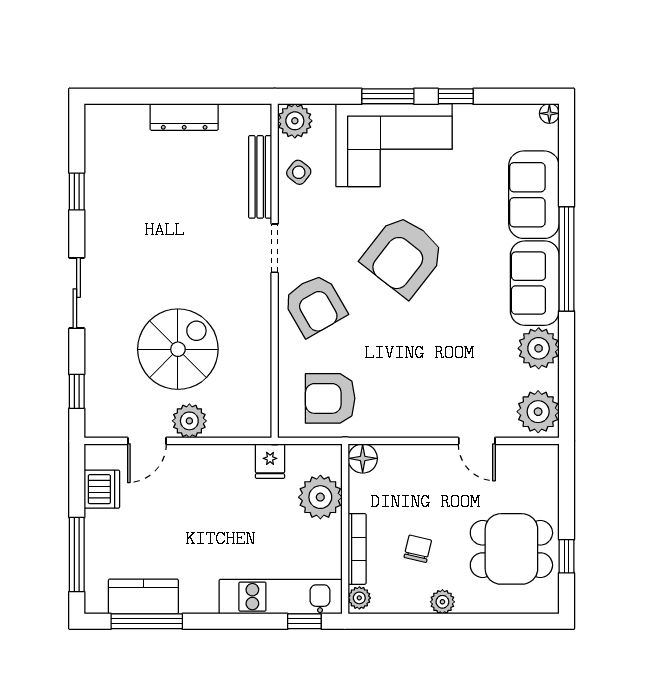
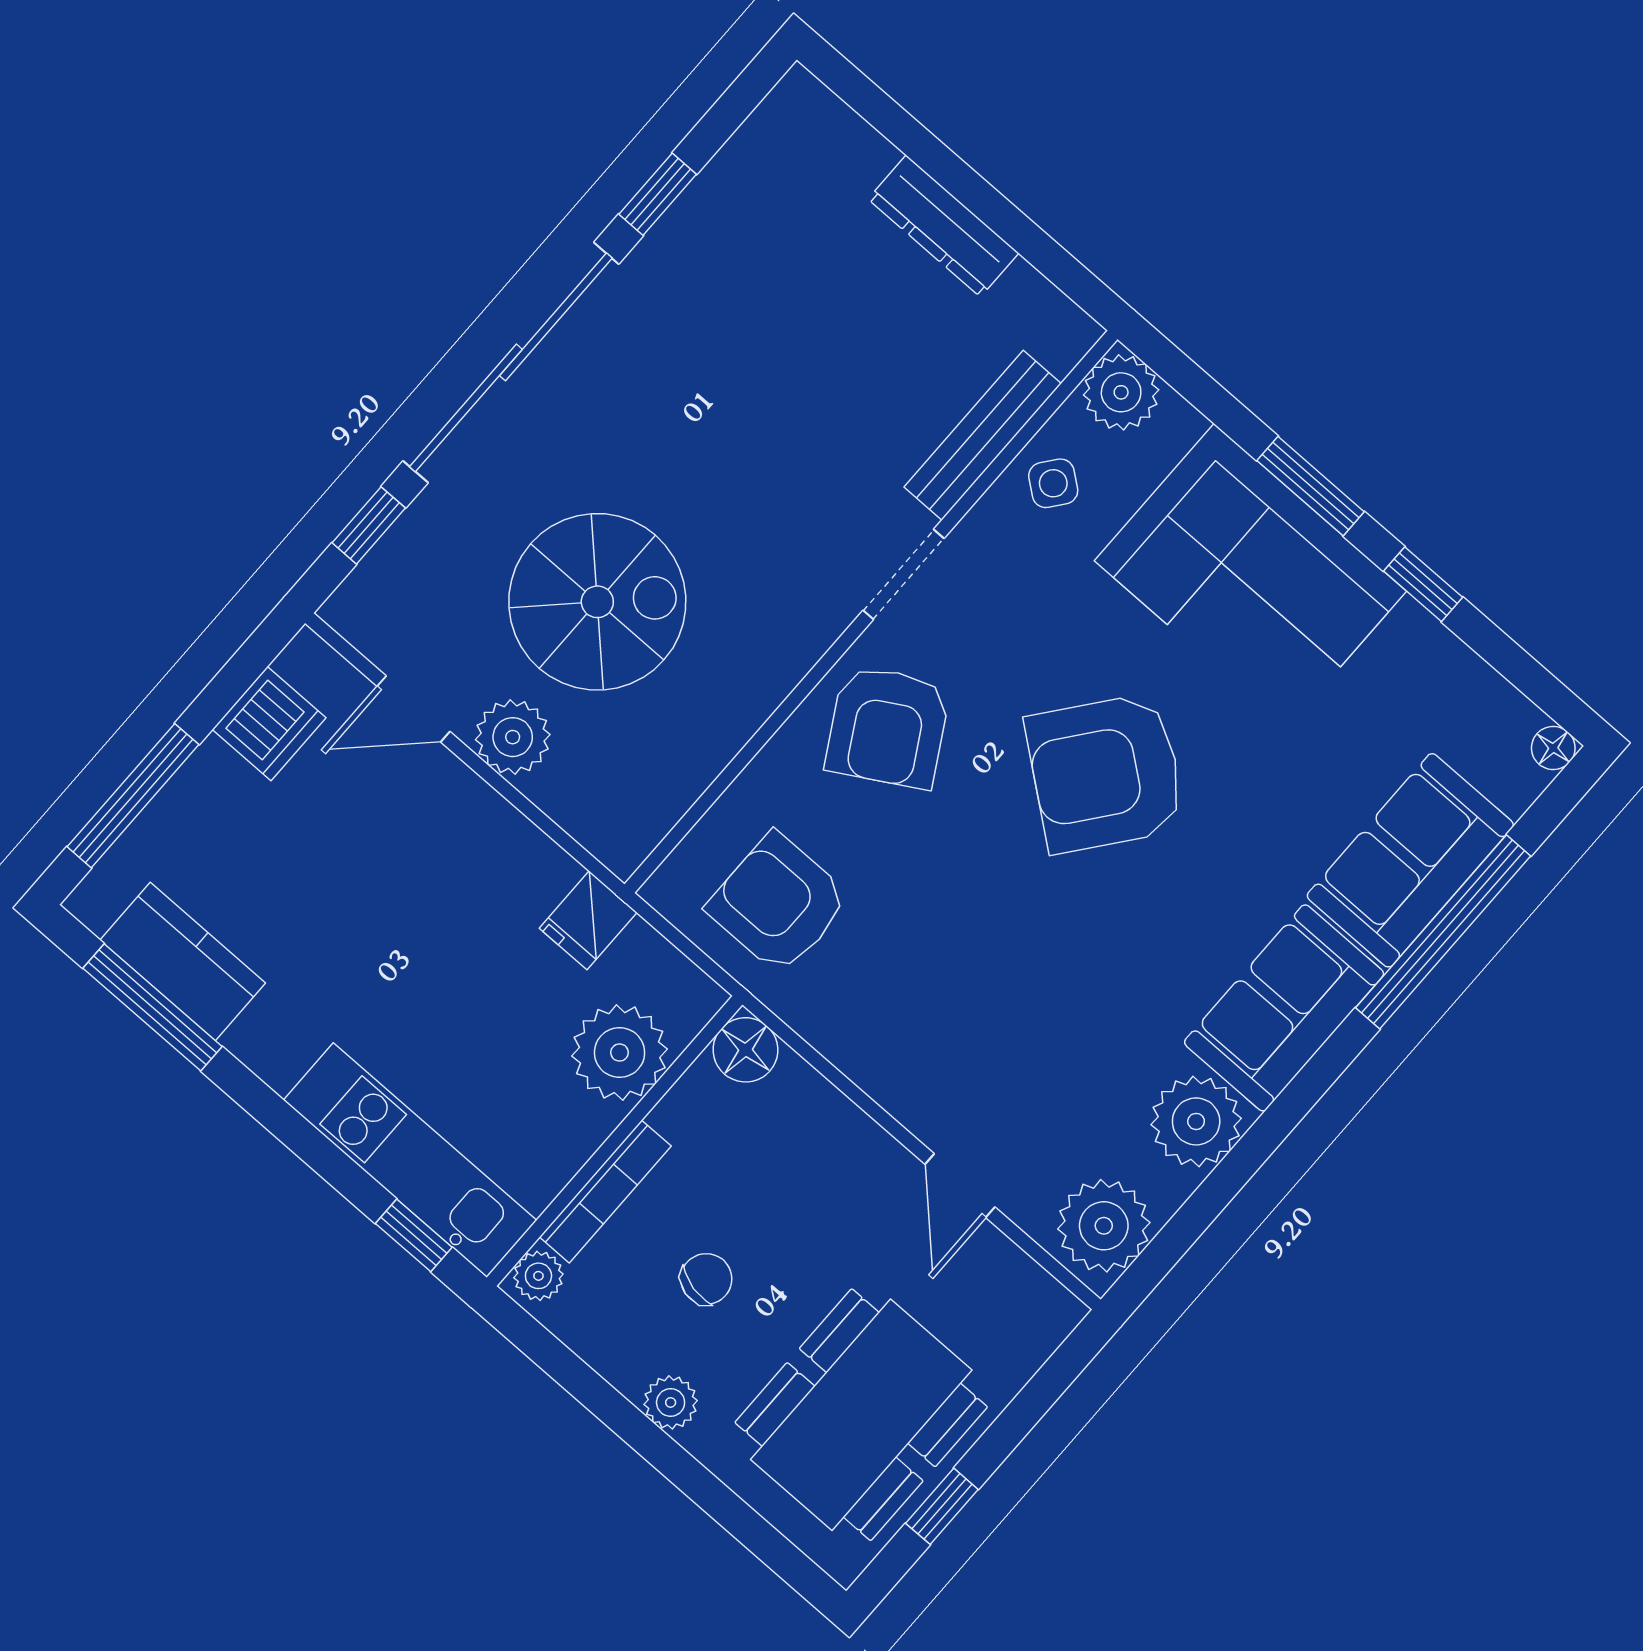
window: (567, 259) -> (1443, 932), moved
sliding door: (77, 293) -> (511, 362), width x1.86
dining table: (511, 549) -> (861, 1415), width x1.38

